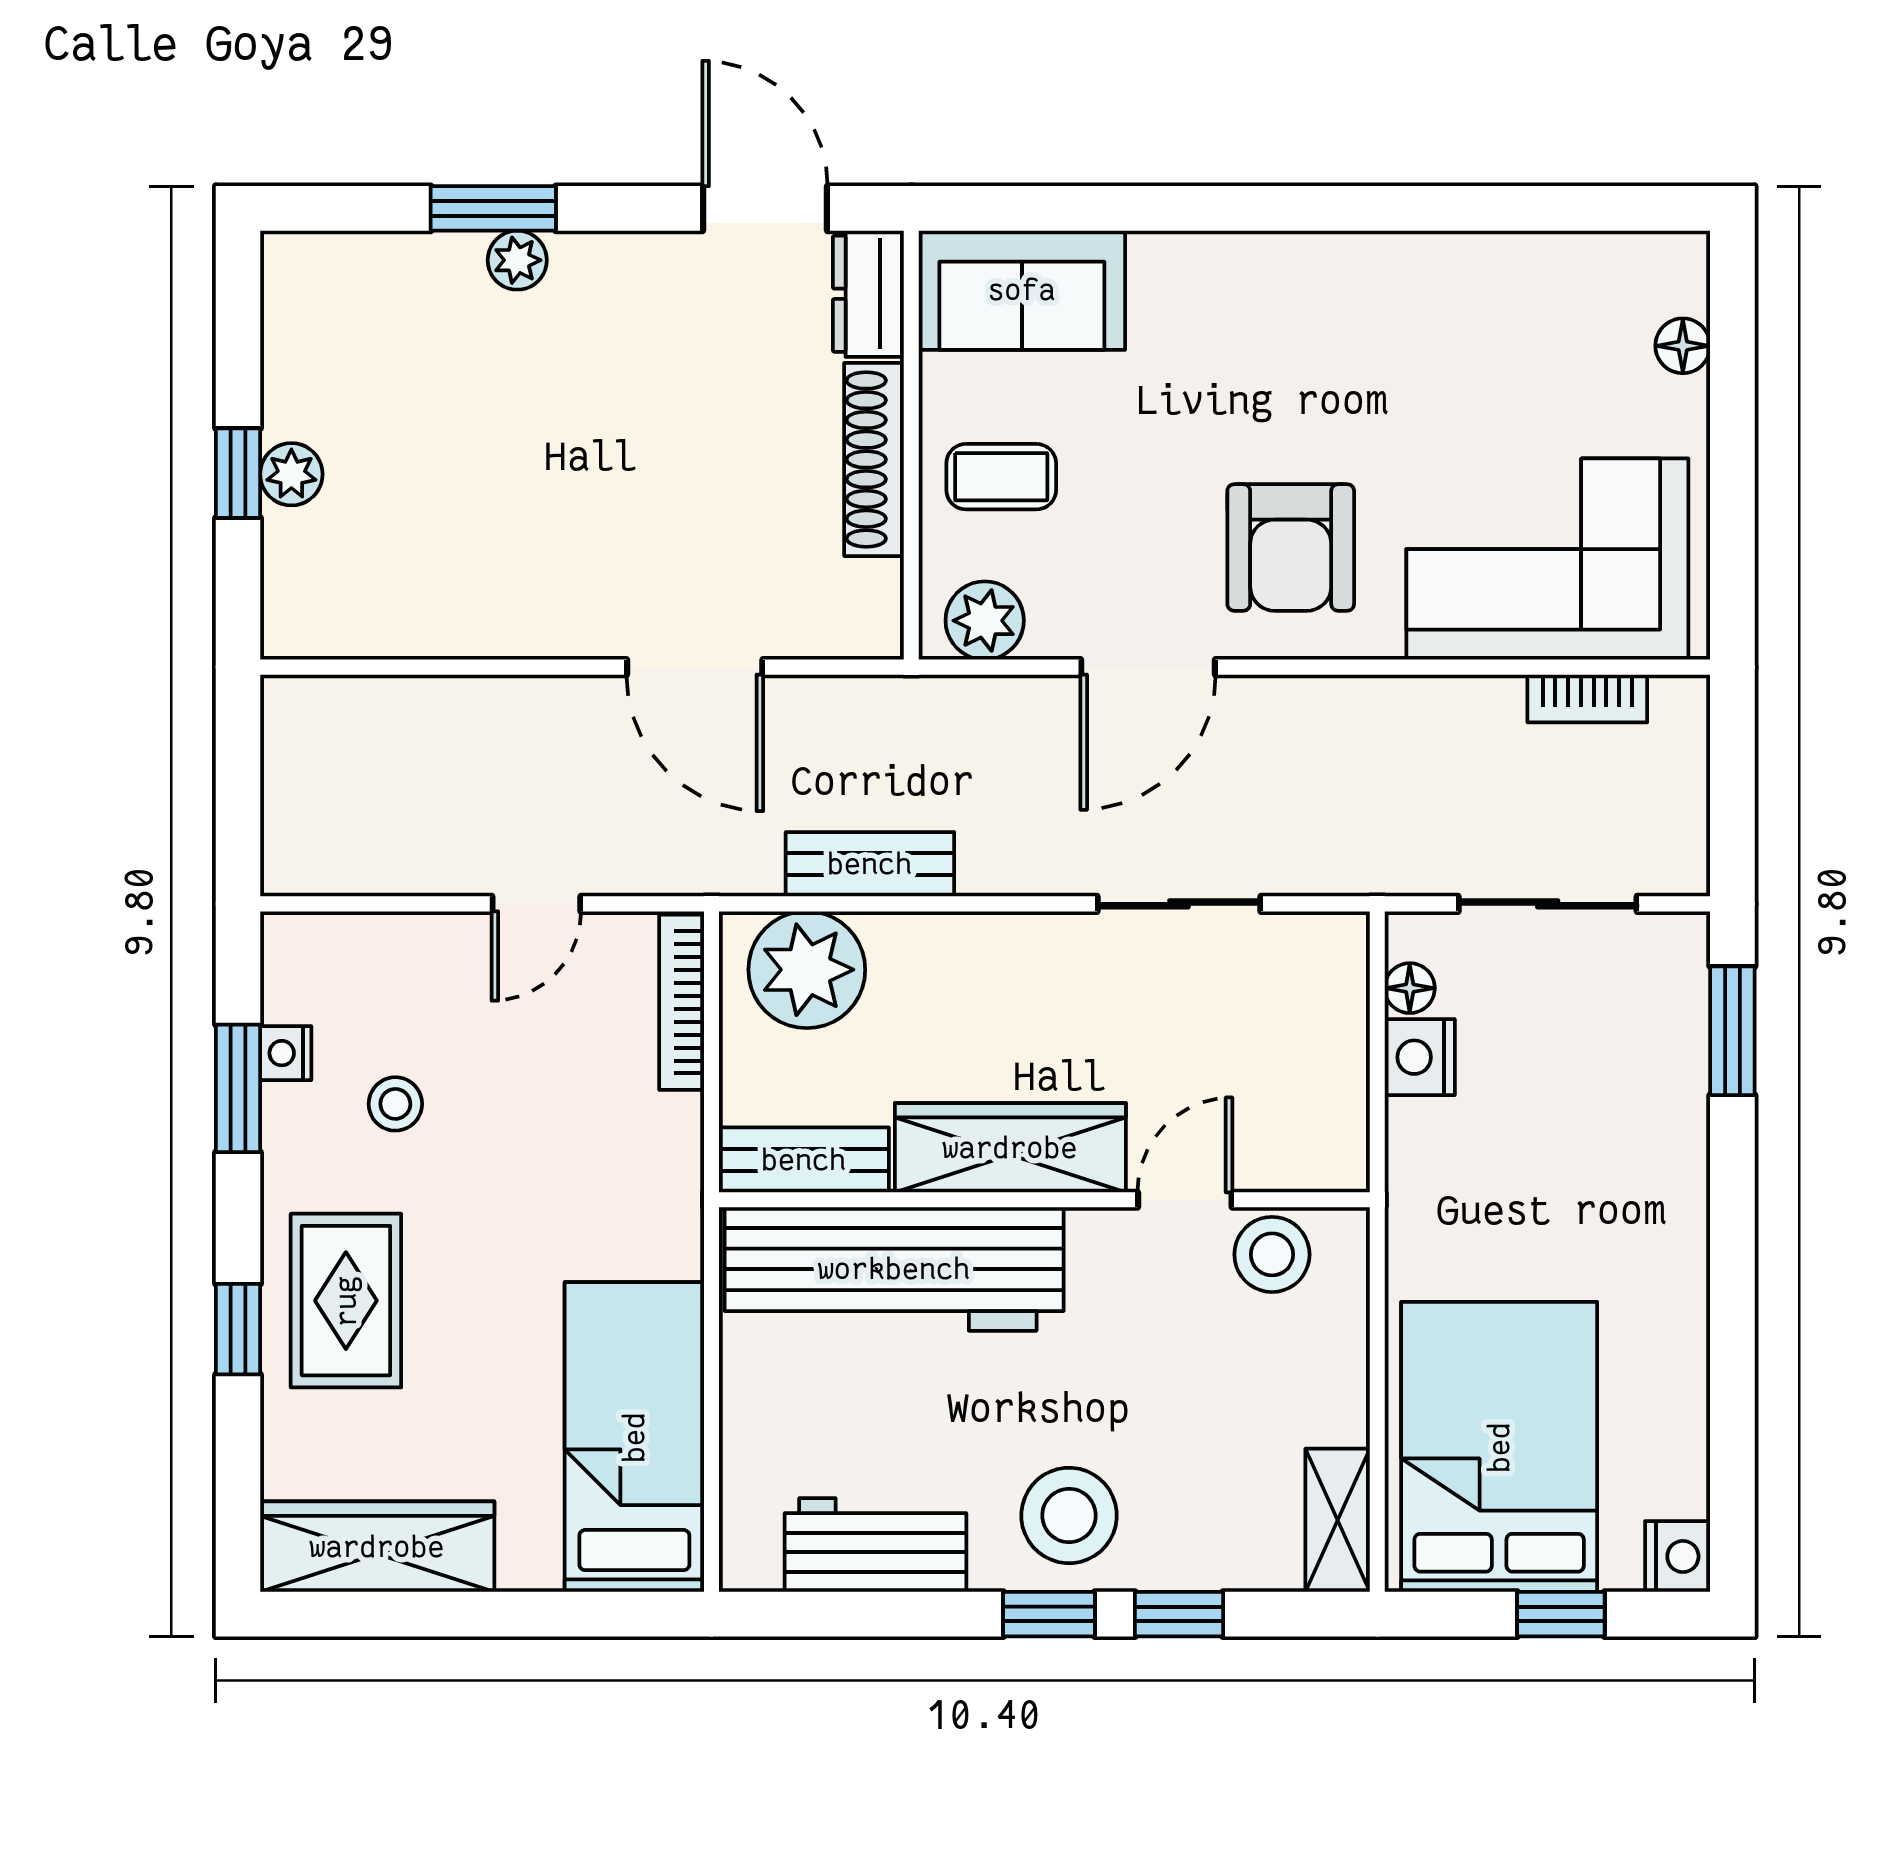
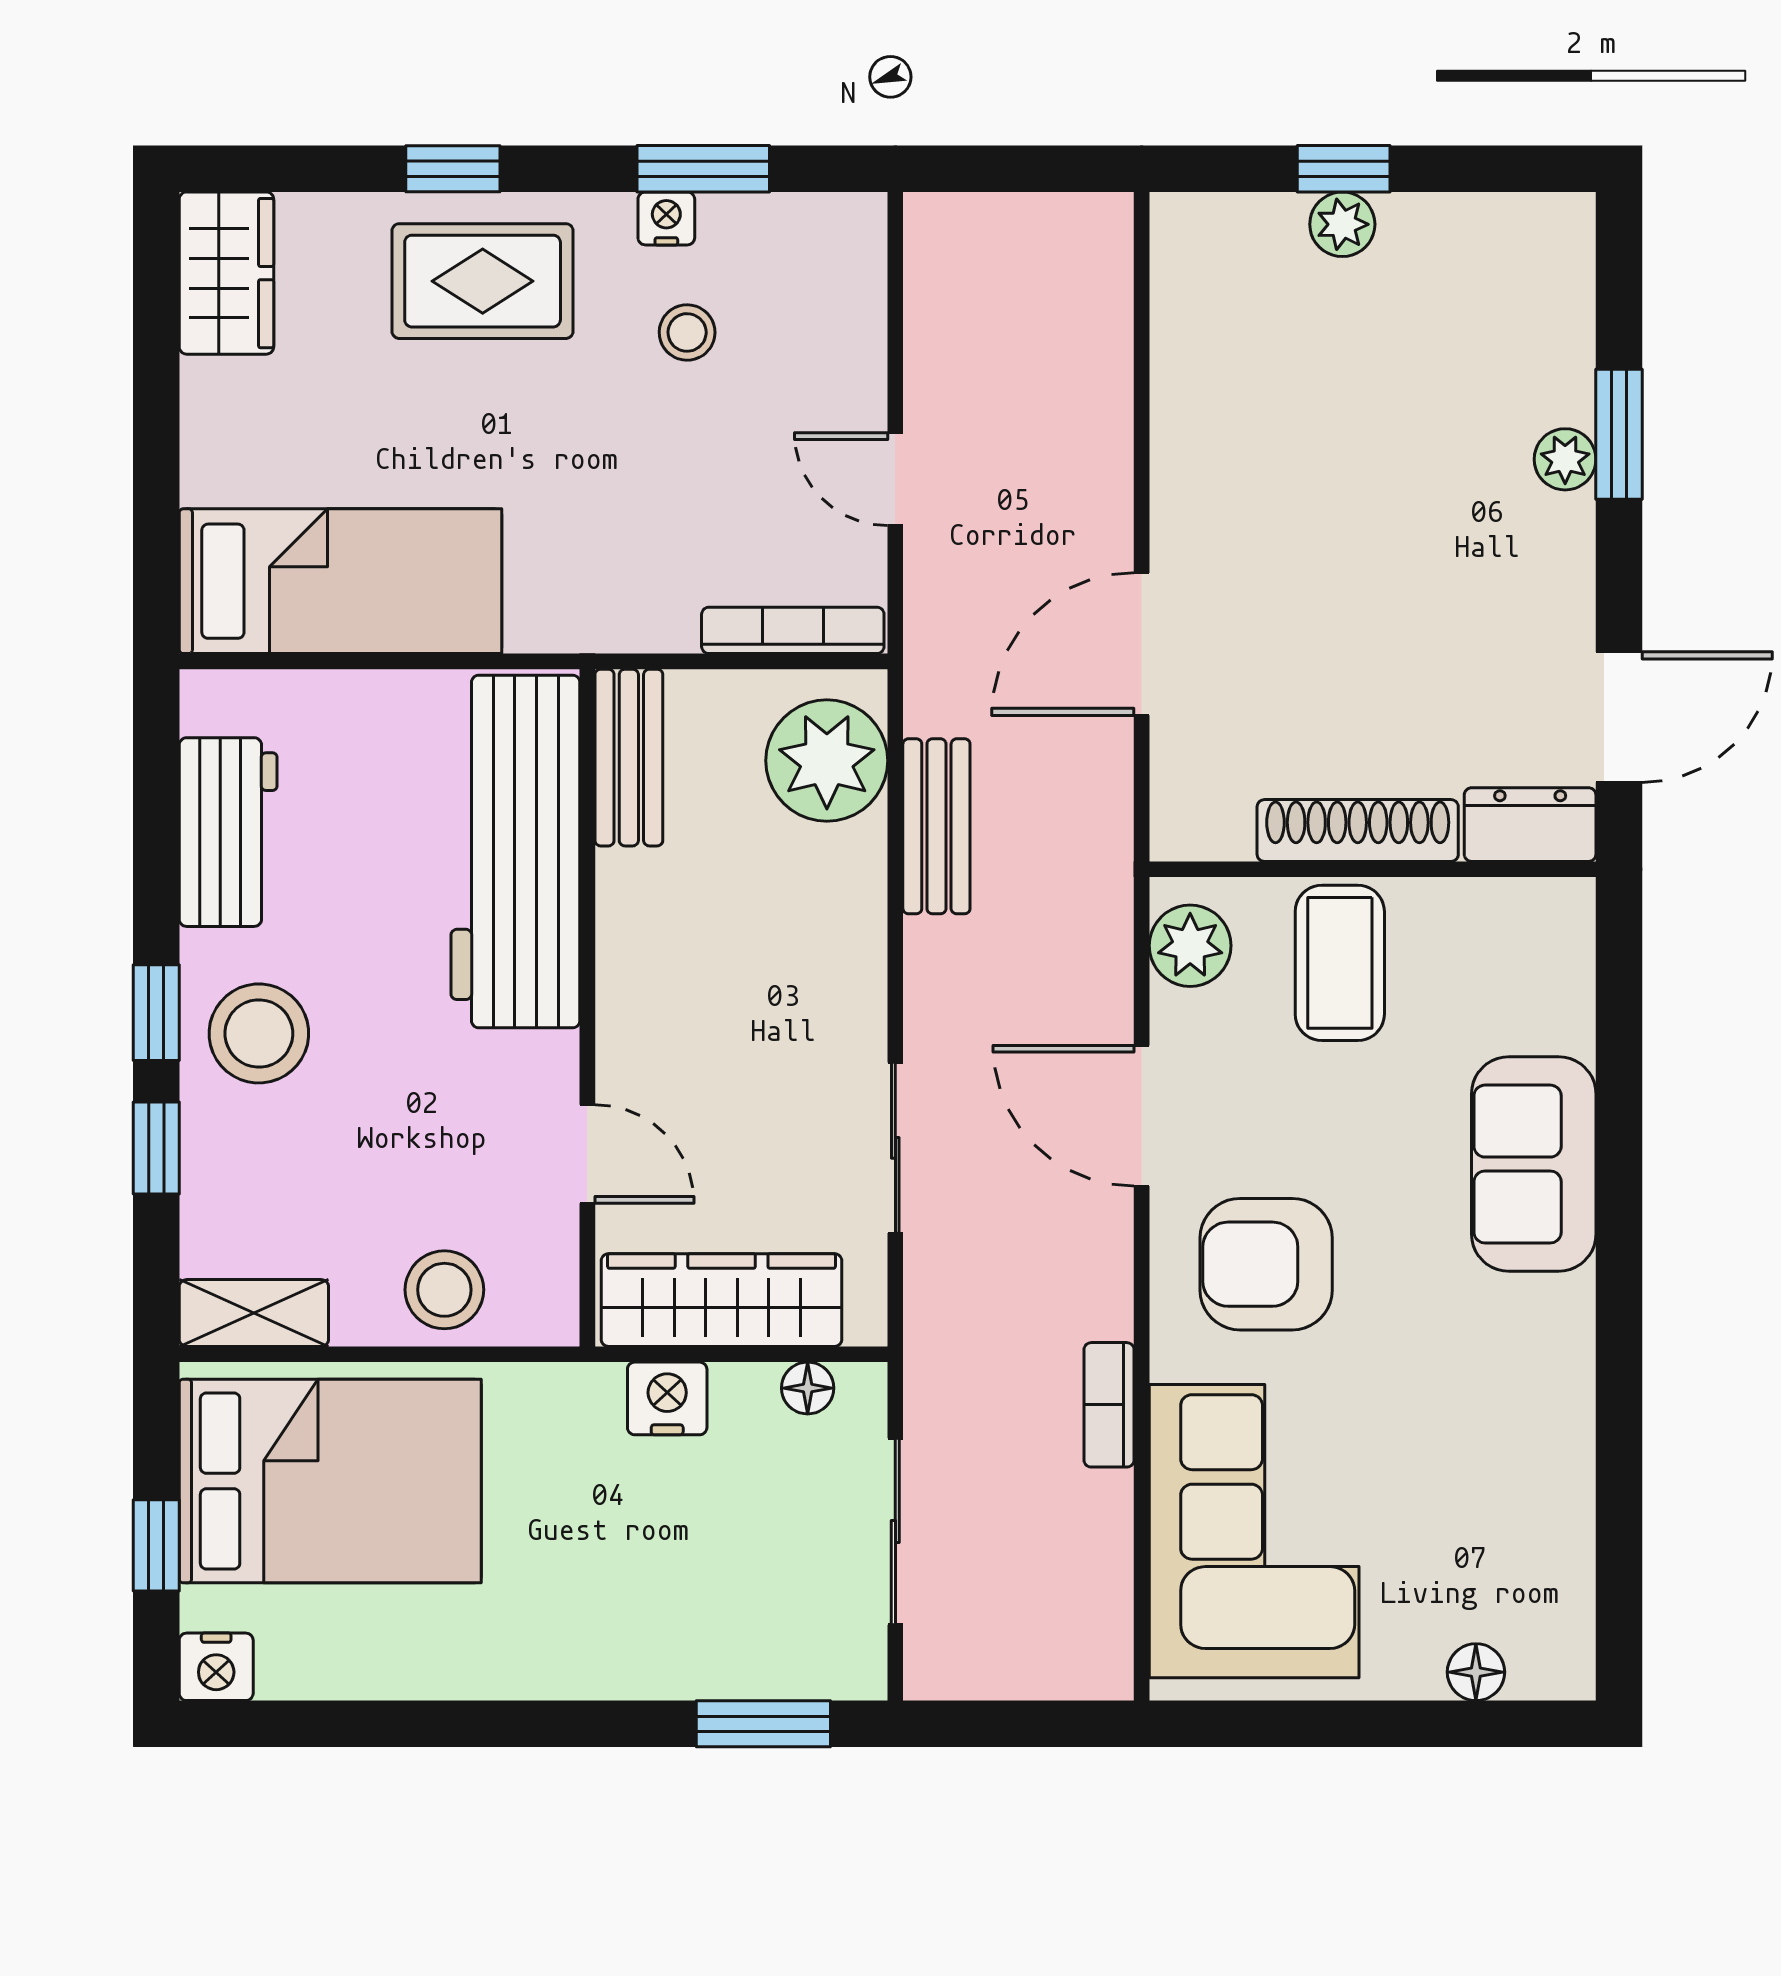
sofa: (1022, 290) -> (1534, 1164), moved
coffee table: (1001, 477) -> (1340, 963), width x1.36, depth x1.30
bookcase: (1587, 698) -> (1109, 1405), moved
nightstand: (286, 1053) -> (666, 218), moved
nightstand: (1420, 1057) -> (667, 1398), moved
wardrobe: (1010, 1148) -> (722, 1300), moved, turned -90
stool: (1272, 1254) -> (444, 1290), moved
wardrobe: (377, 1547) -> (226, 273), width x0.67

